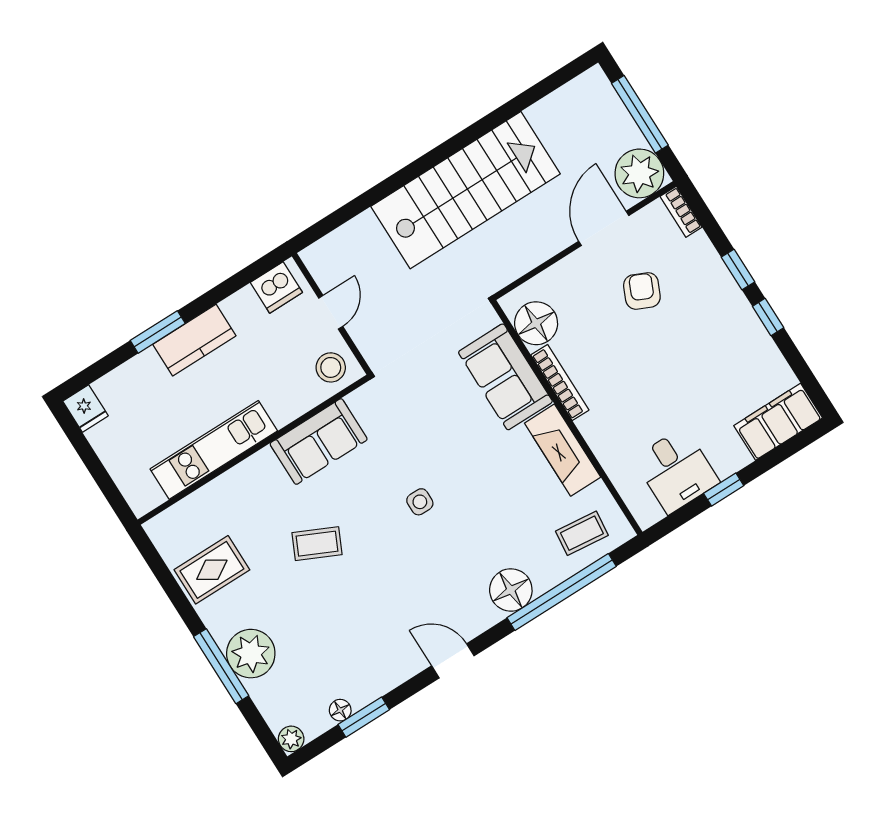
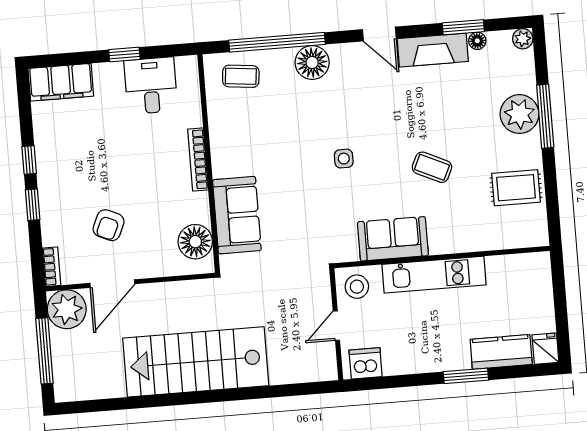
kitchen counter: (194, 340) -> (501, 352), moved
bookcase: (560, 382) -> (198, 159), moved
kitchen unit: (214, 450) -> (434, 275), moved
fireplace: (563, 450) -> (433, 50), moved, turned 90

